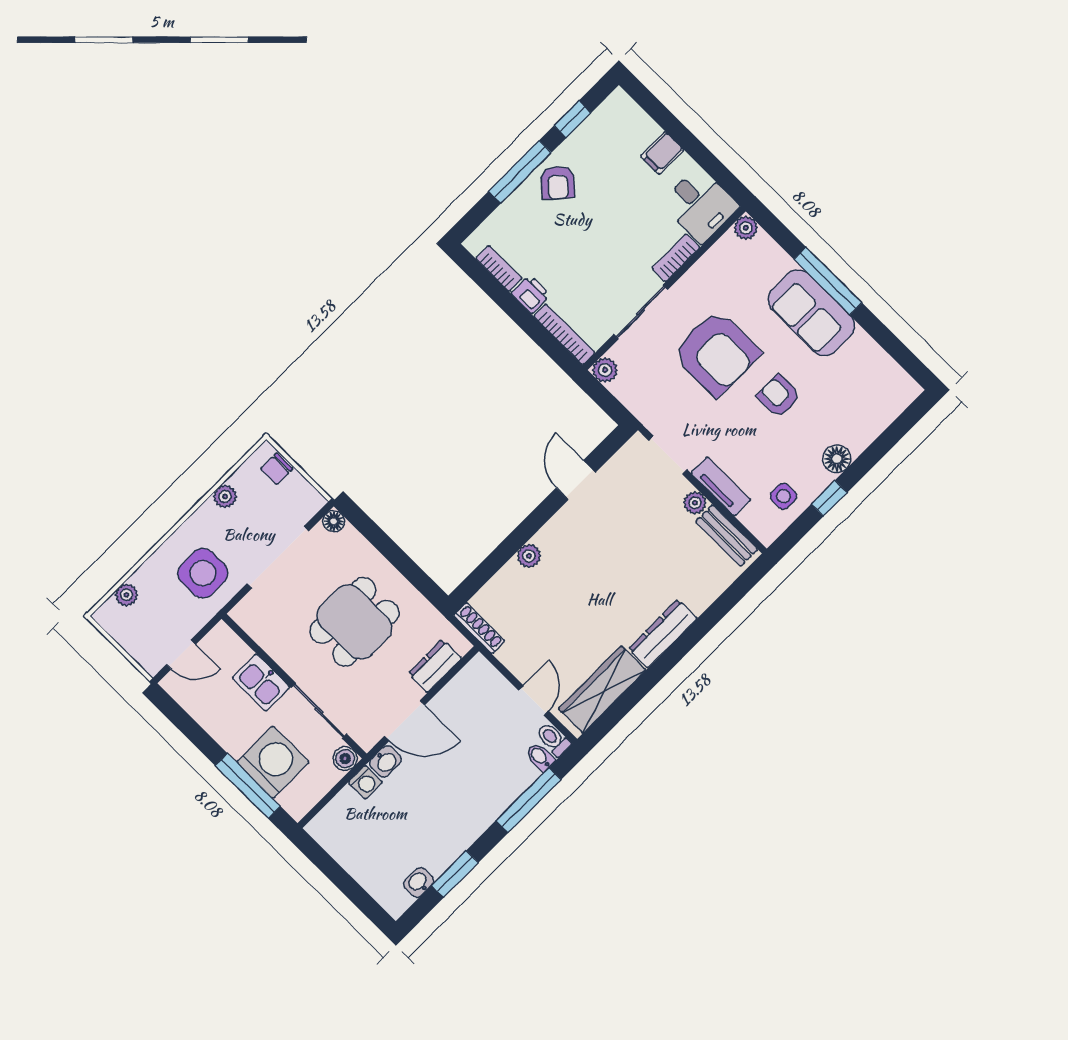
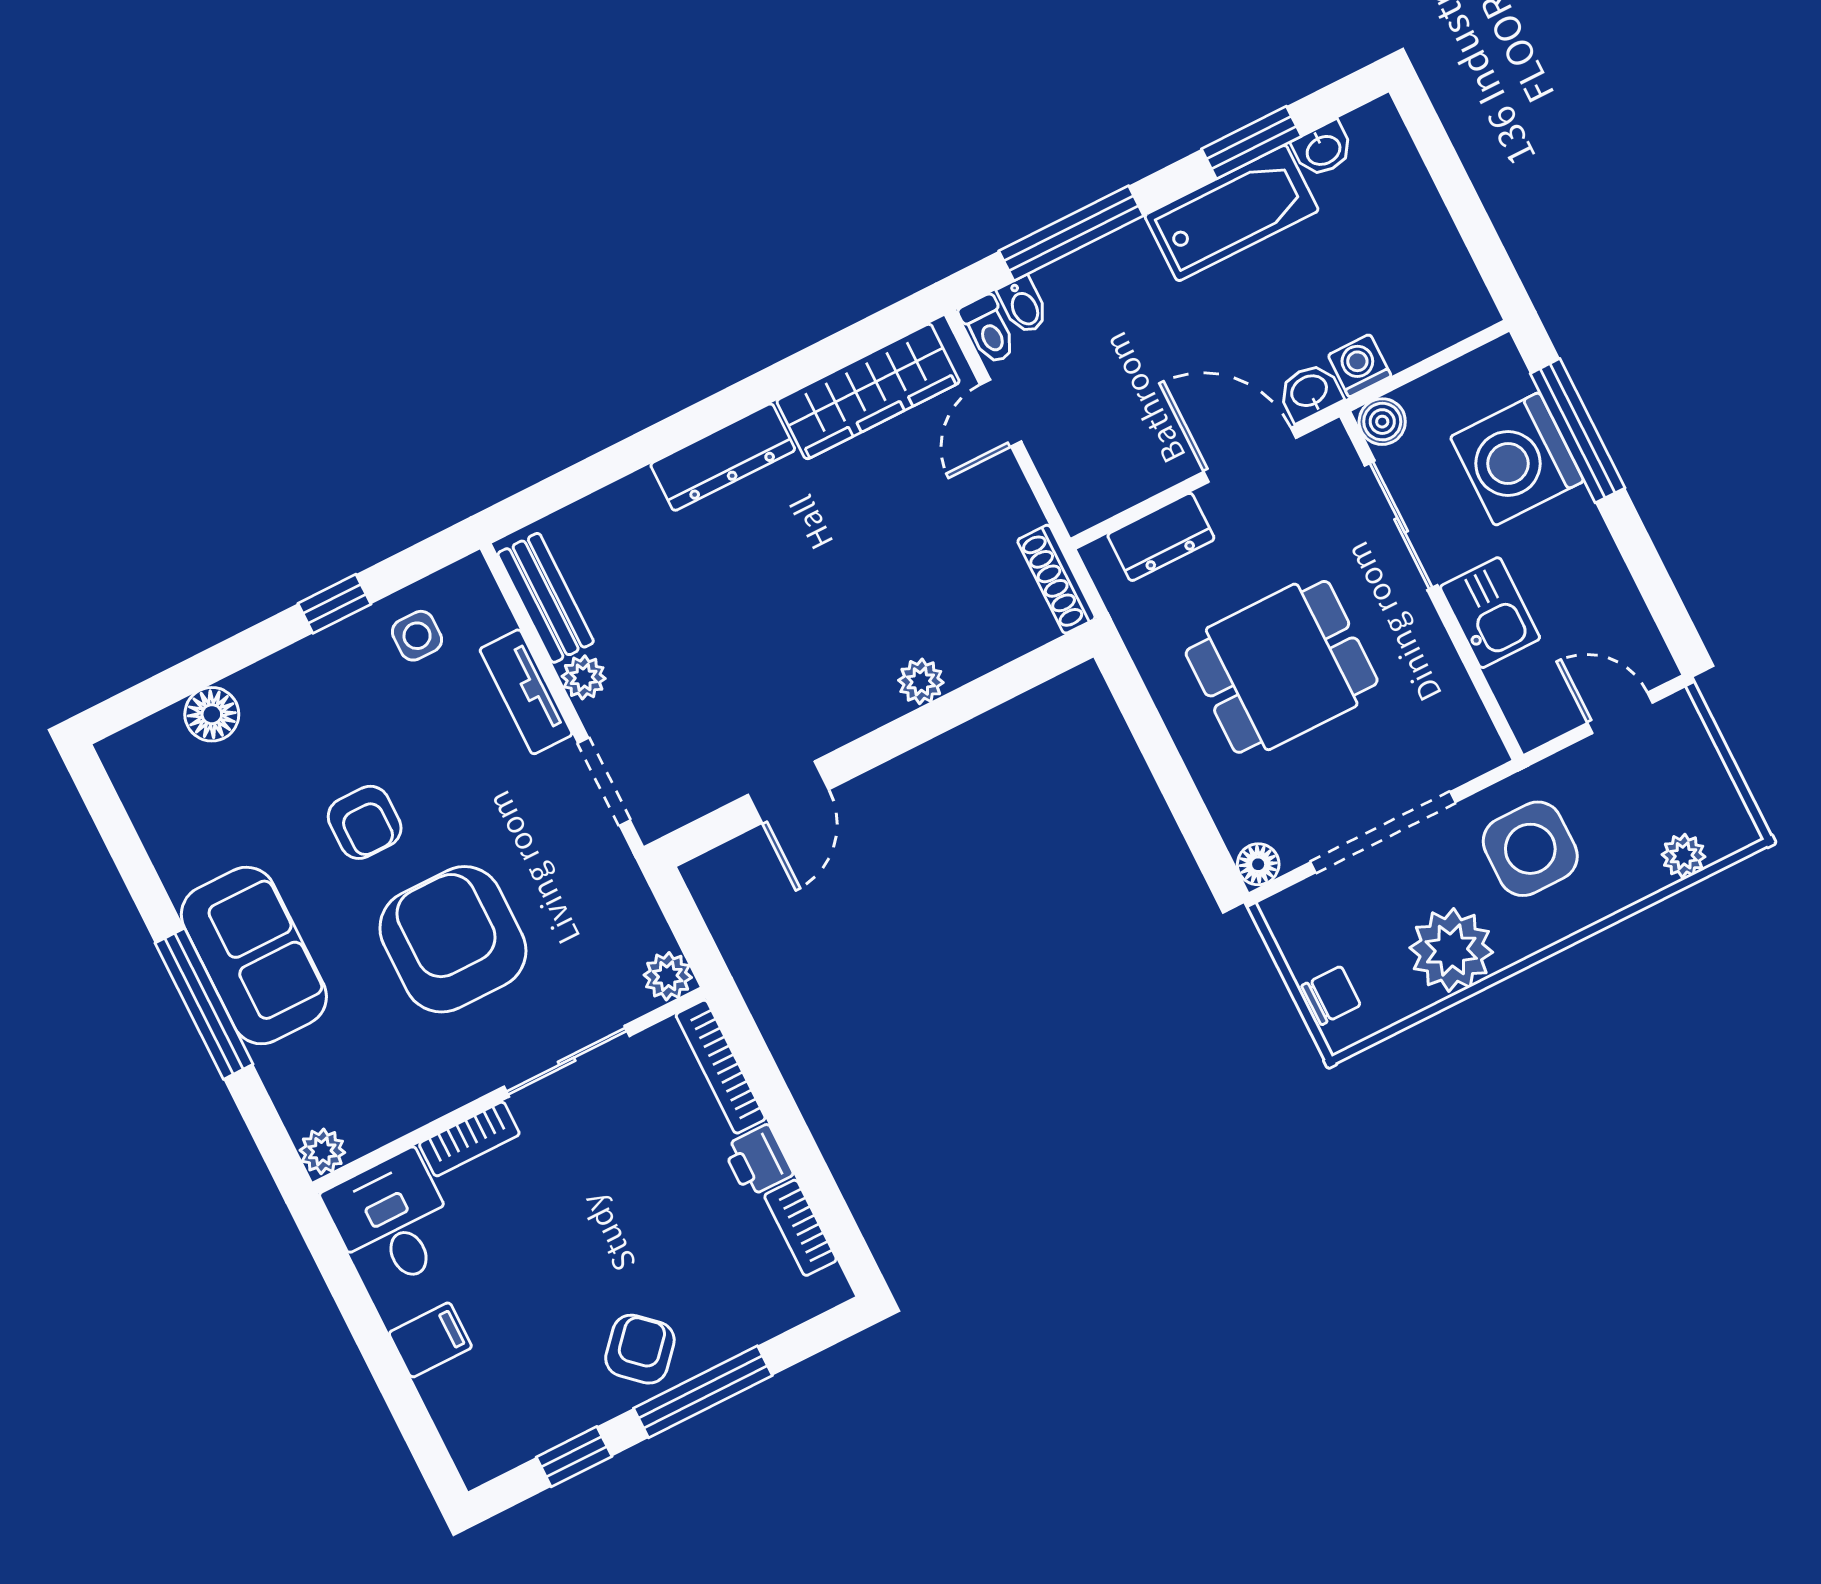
floor lamp: (837, 459) -> (212, 714), moved
plant: (225, 496) -> (1451, 950), width x1.88, depth x1.88
bathtub: (453, 836) -> (1232, 213), added

